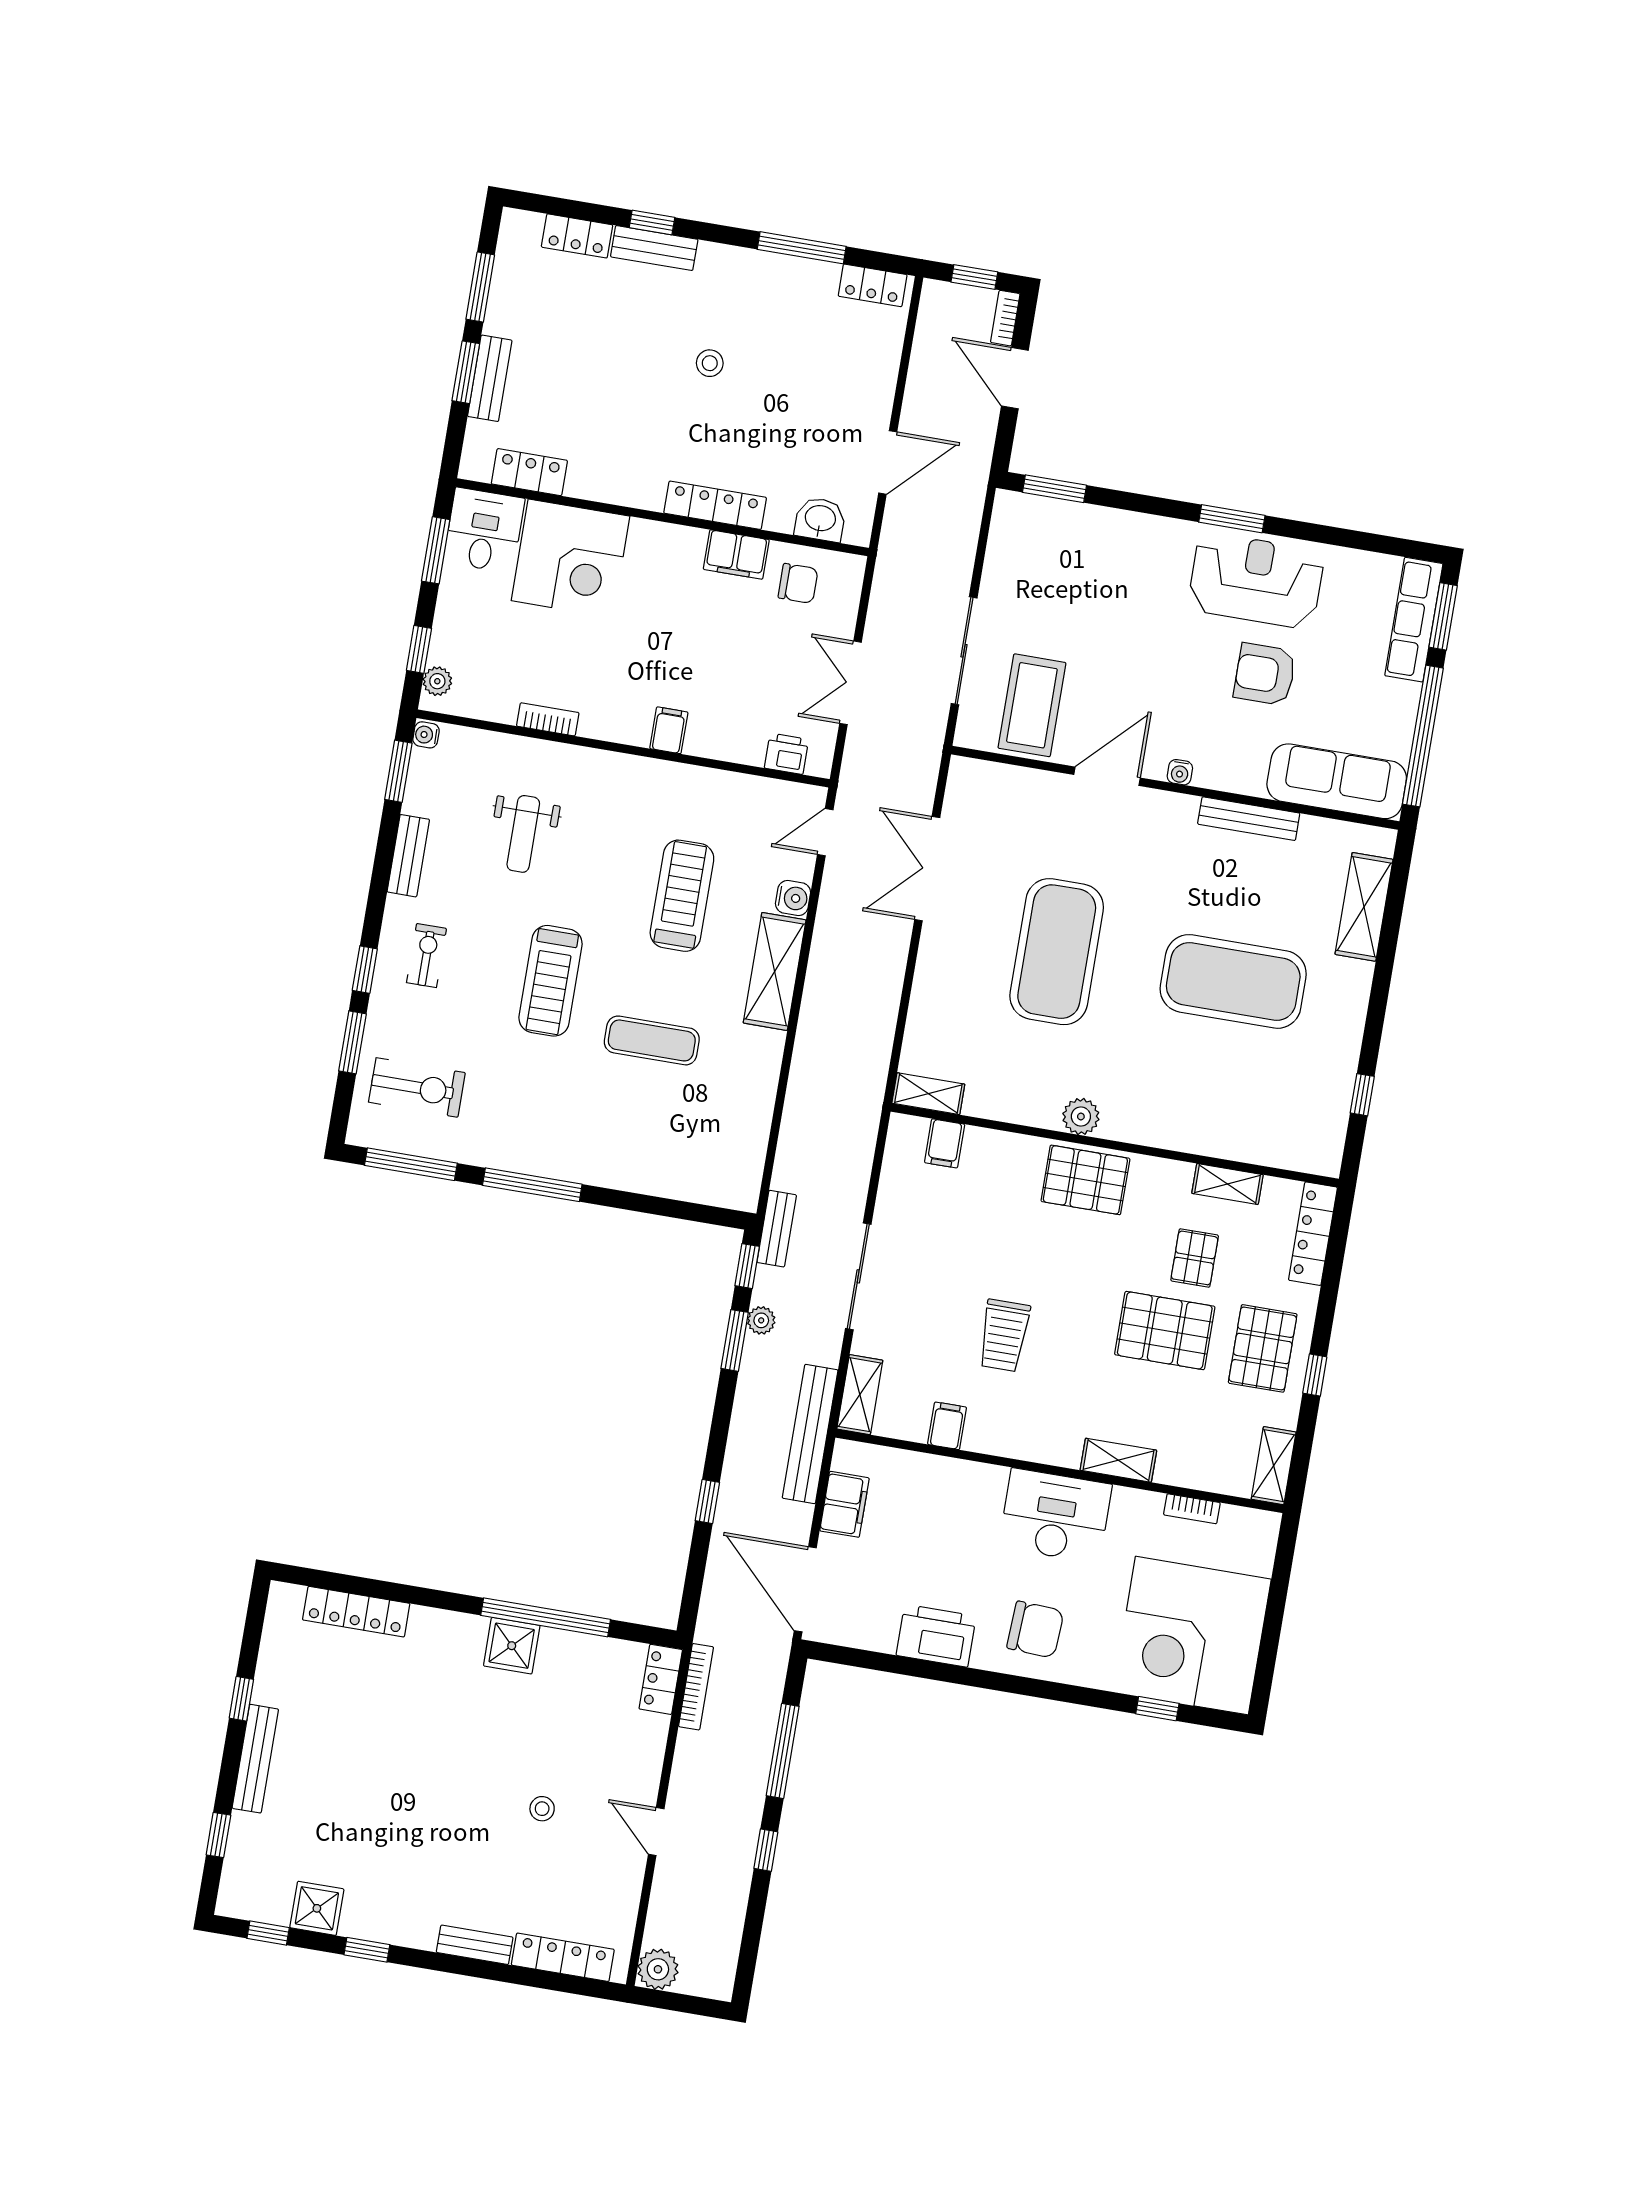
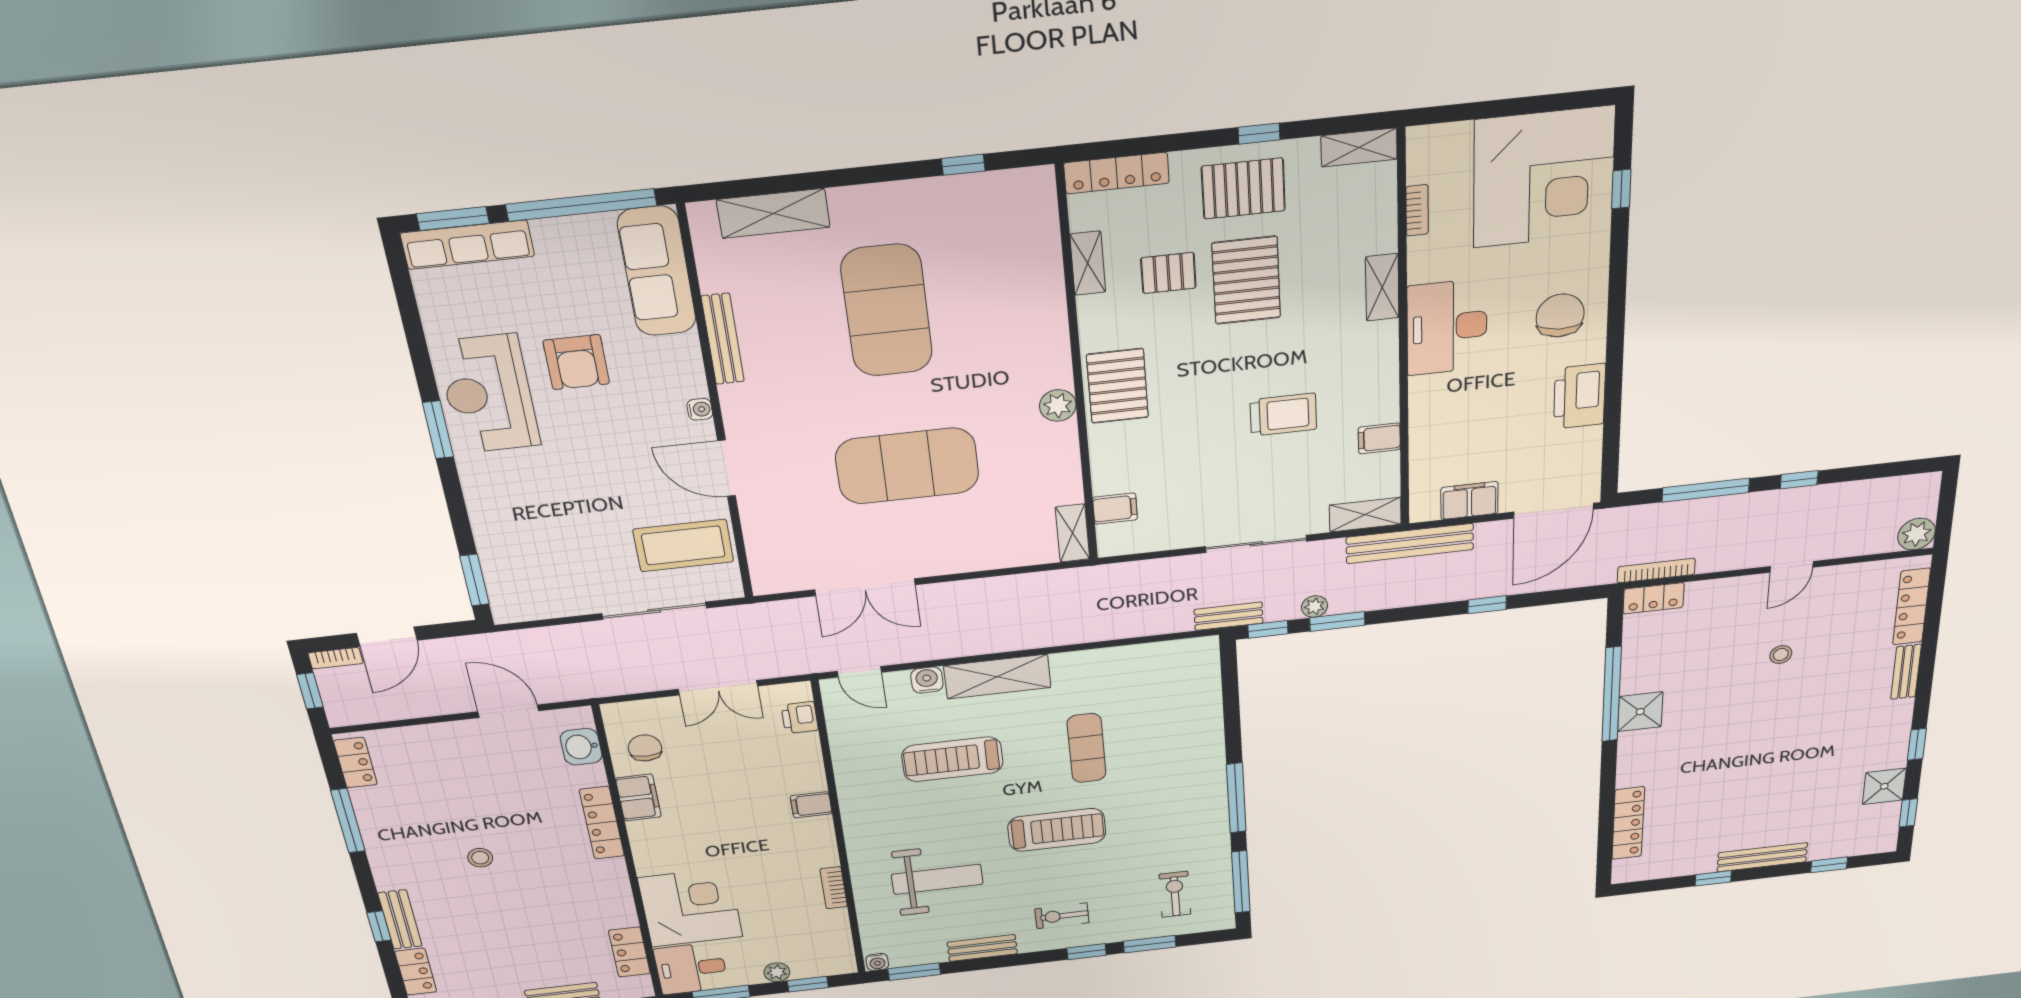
plant: (437, 681) -> (777, 972), moved
weight bench: (523, 834) -> (937, 879), width x1.36, depth x1.33
exercise bike: (417, 1087) -> (1175, 894), width x0.73, depth x0.72

